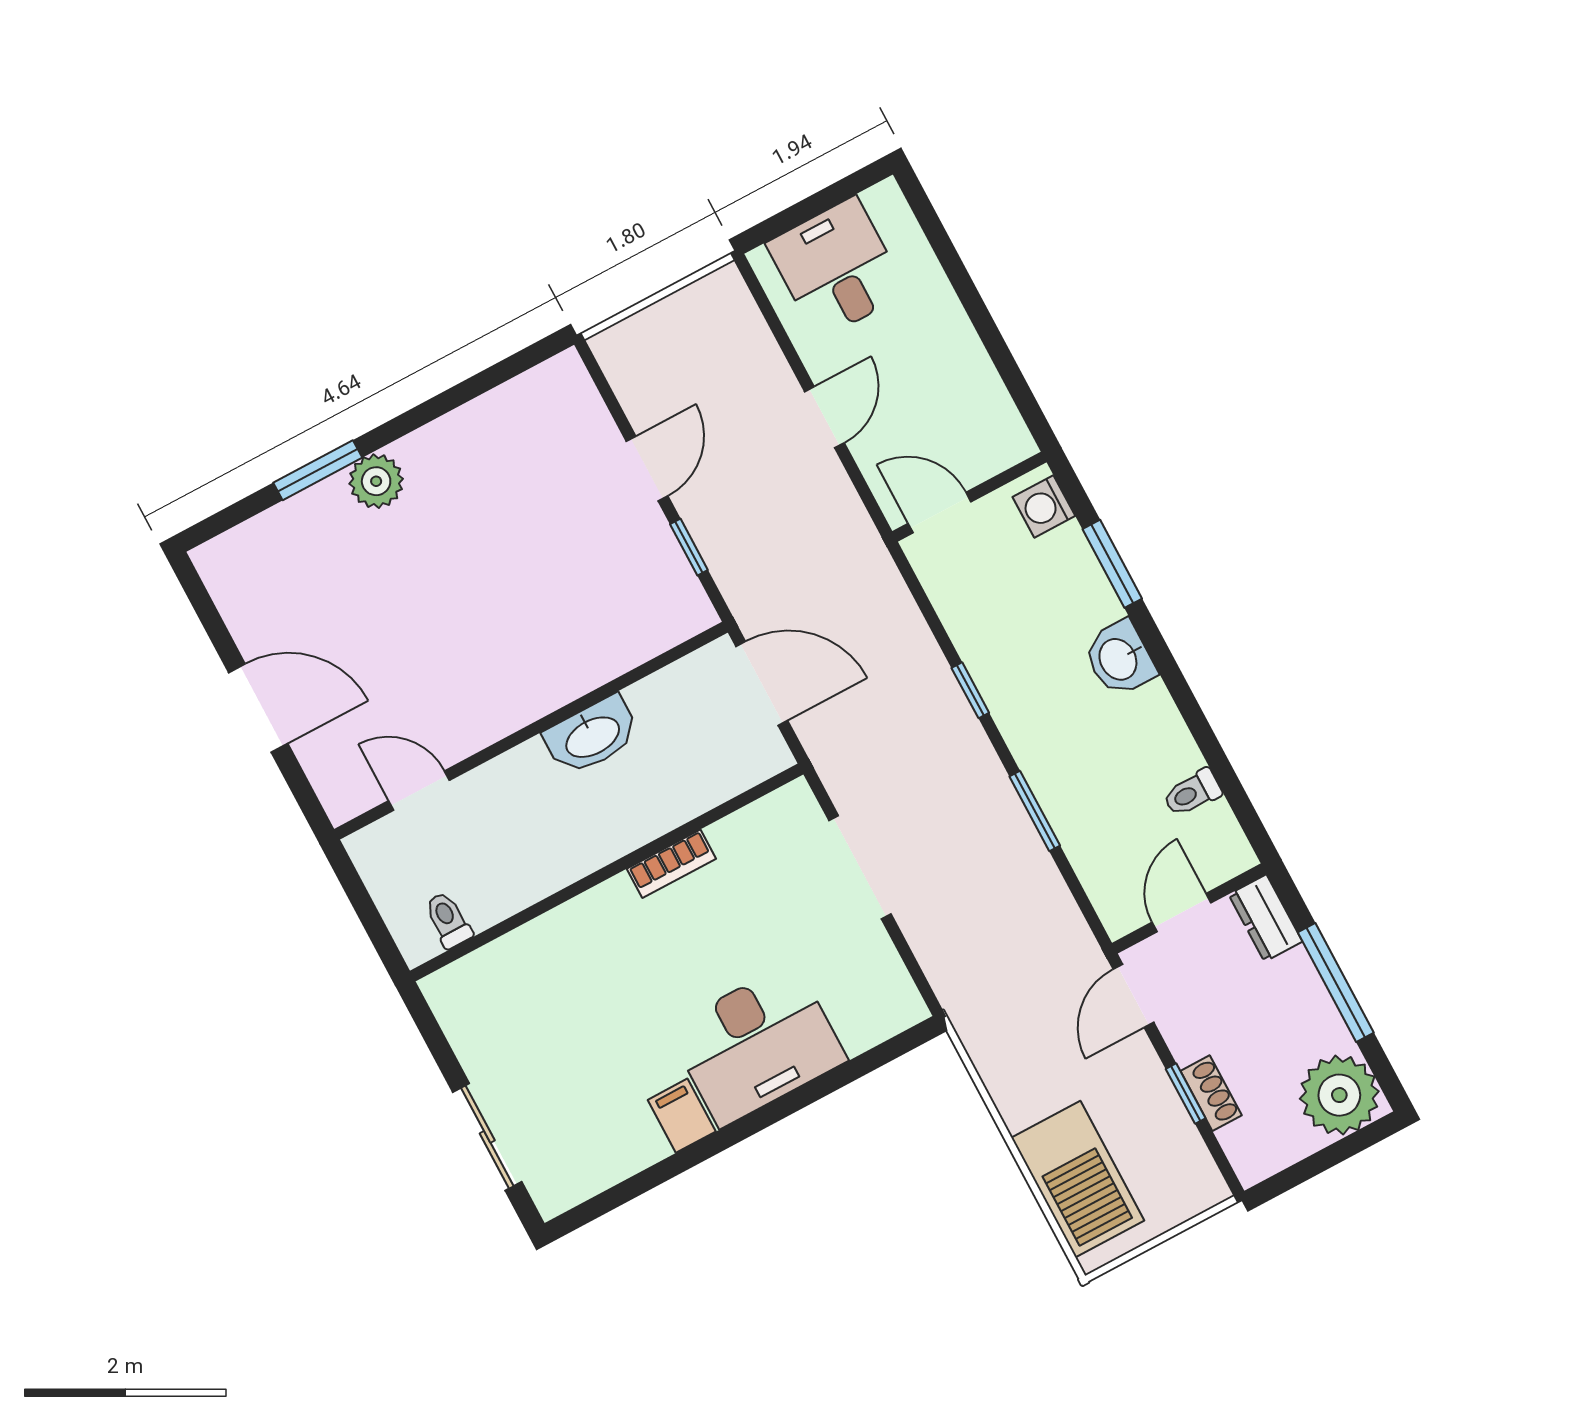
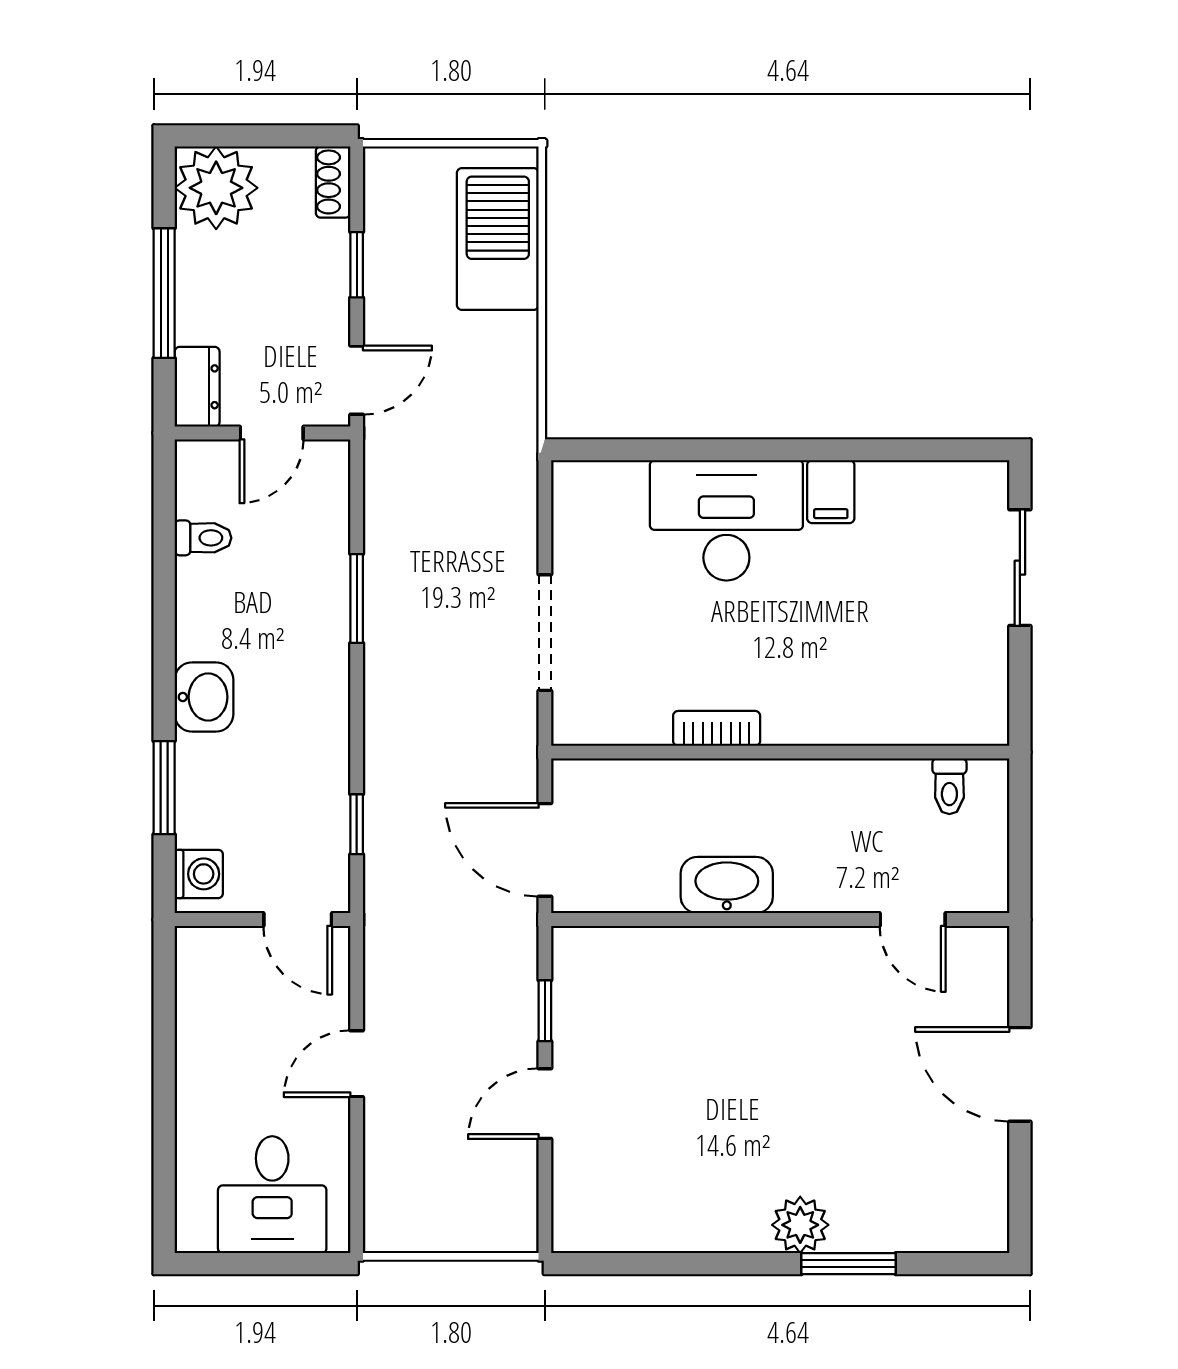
window: (970, 690) -> (357, 824), moved
shoe rack: (1211, 1093) -> (333, 182), moved

